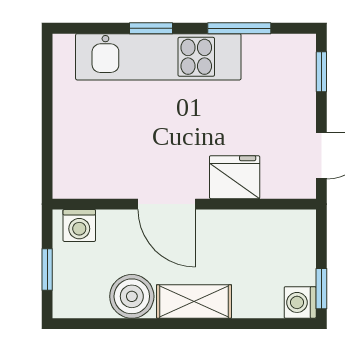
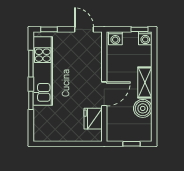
kitchen unit: (158, 57) -> (43, 71), moved
fridge: (235, 177) -> (93, 119), moved
washing machine: (79, 225) -> (115, 38), moved, turned 90

